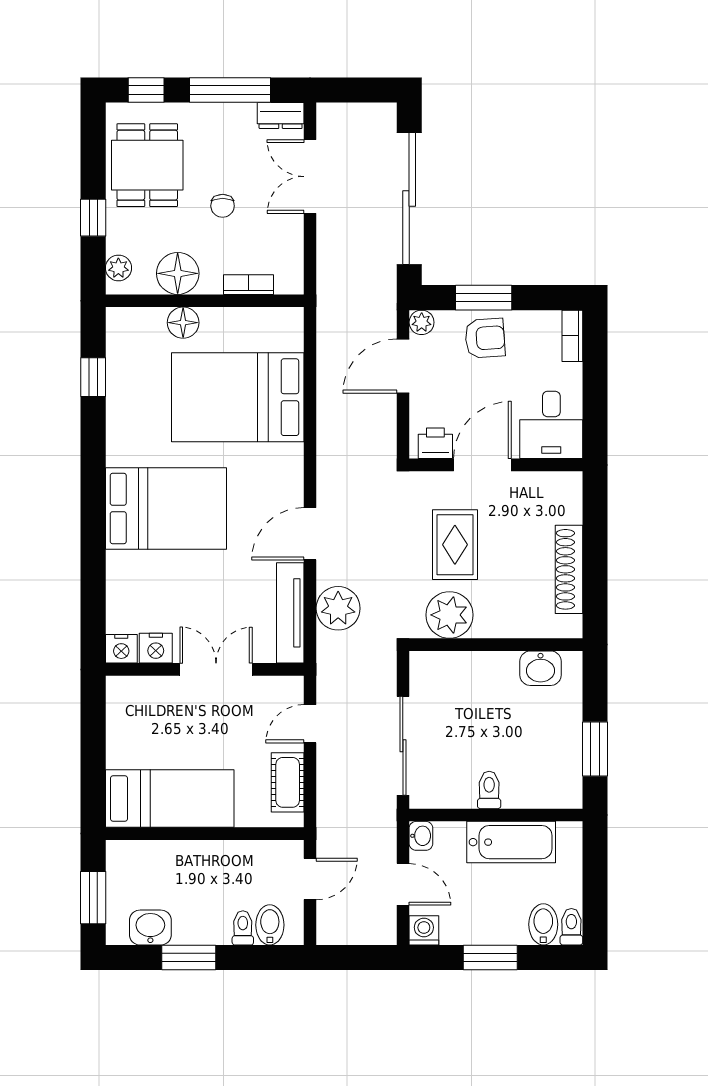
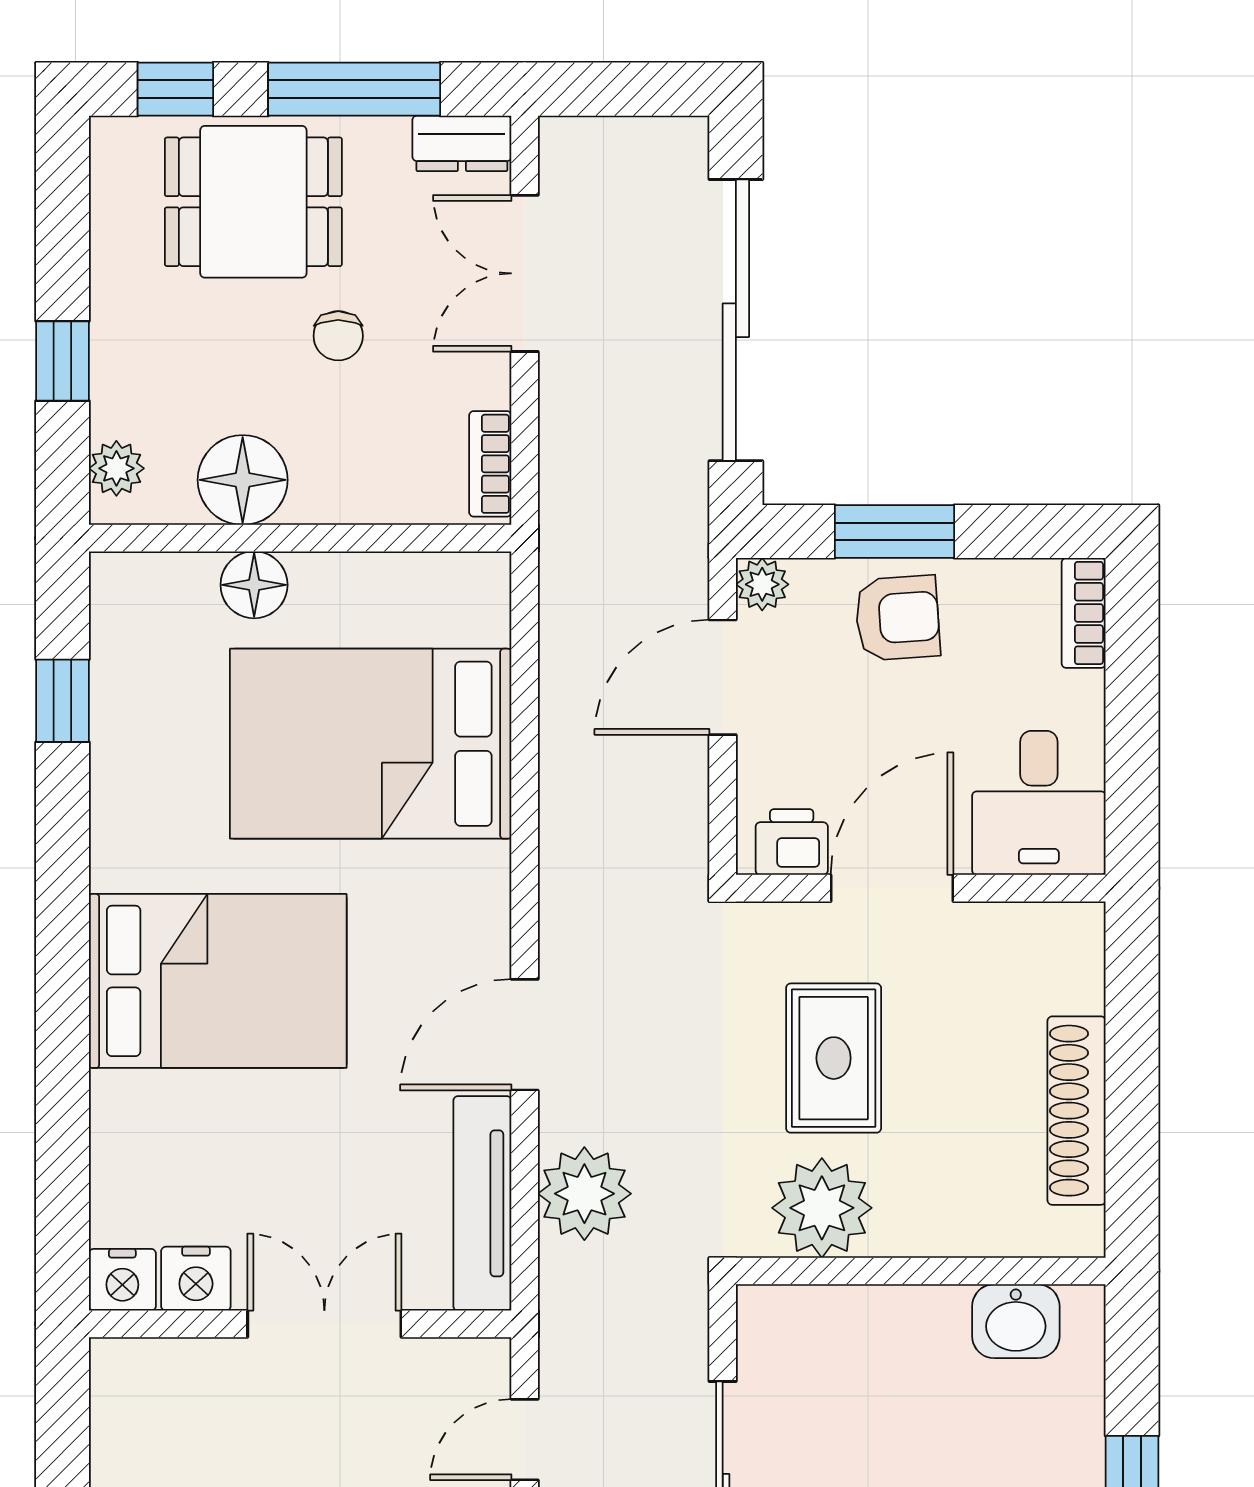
dining table: (147, 165) -> (253, 202), moved, turned 90
bookcase: (248, 285) -> (490, 464), moved, turned -90

